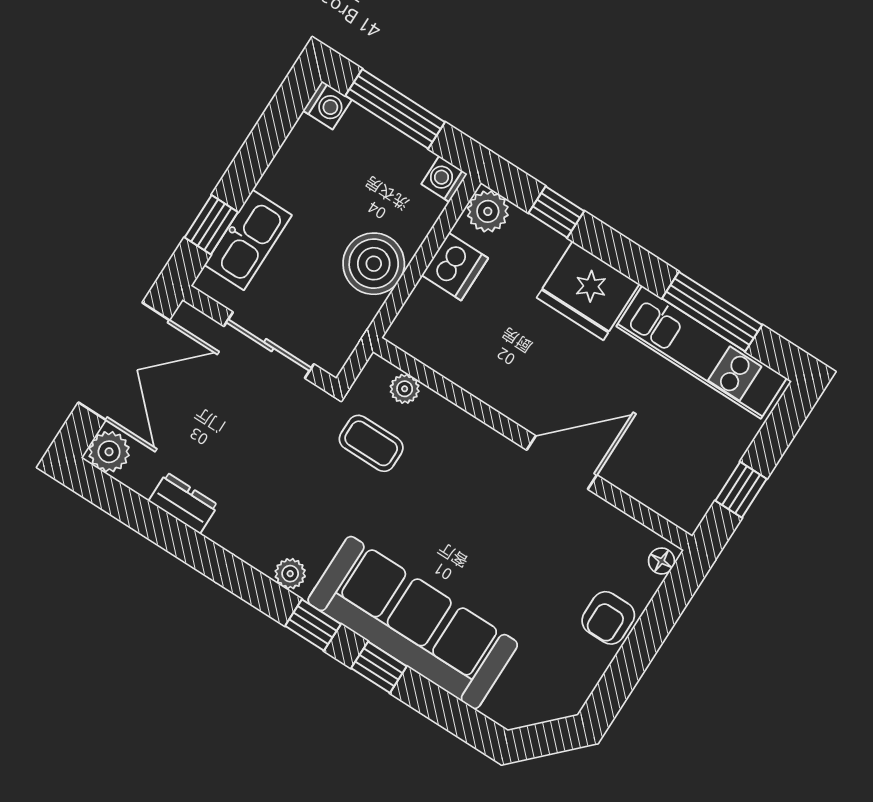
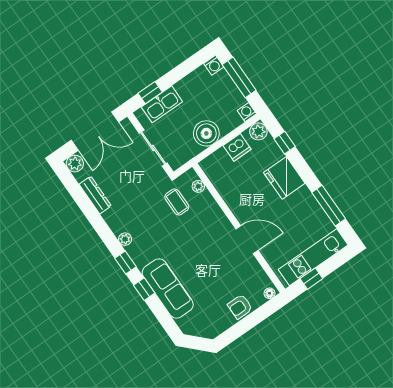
kitchen unit: (701, 352) -> (313, 257), moved, turned 90
dresser: (183, 503) -> (95, 195), width x1.44
sofa: (413, 623) -> (168, 289), width x0.74, depth x0.79

